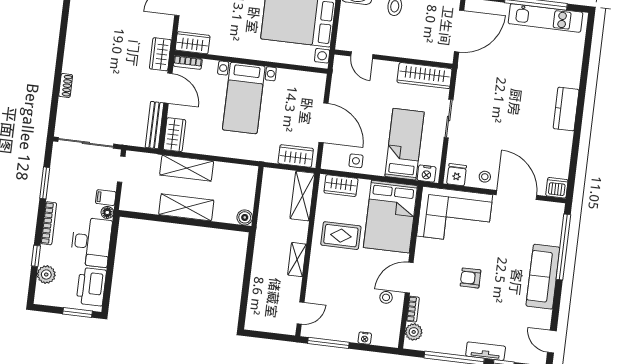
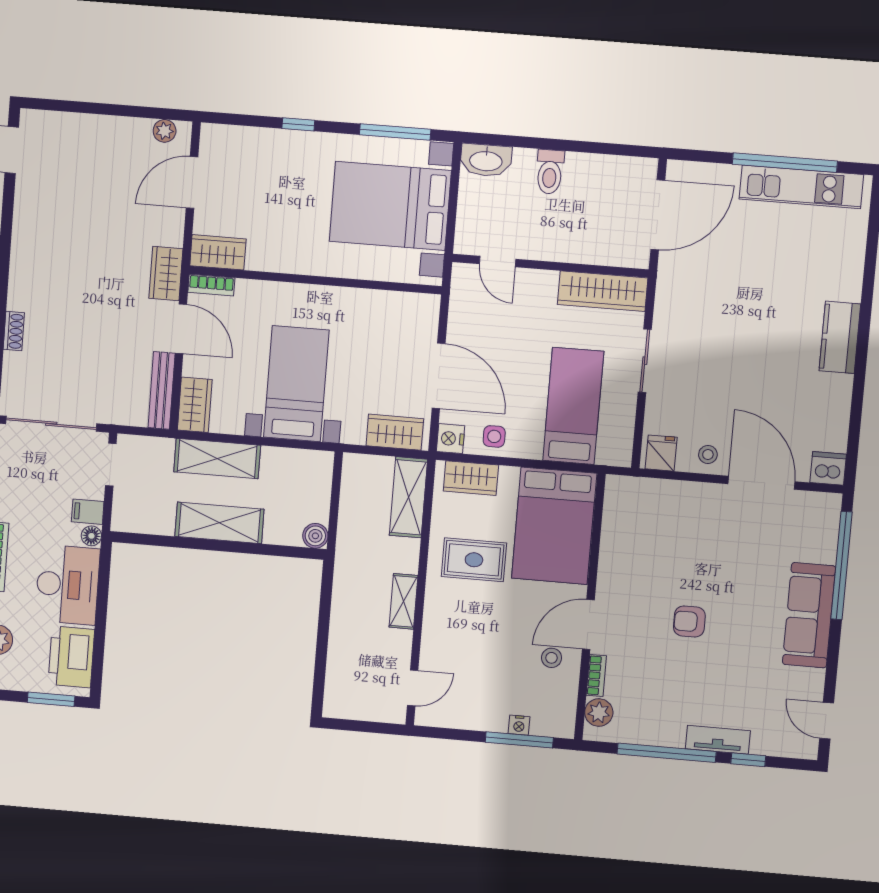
bed with nightstands: (244, 98) -> (296, 384), moved, turned 180
nightstand: (427, 174) -> (451, 439), moved, turned 90
corner sofa: (455, 215) -> (660, 520), removed
window: (328, 343) -> (519, 740), moved

